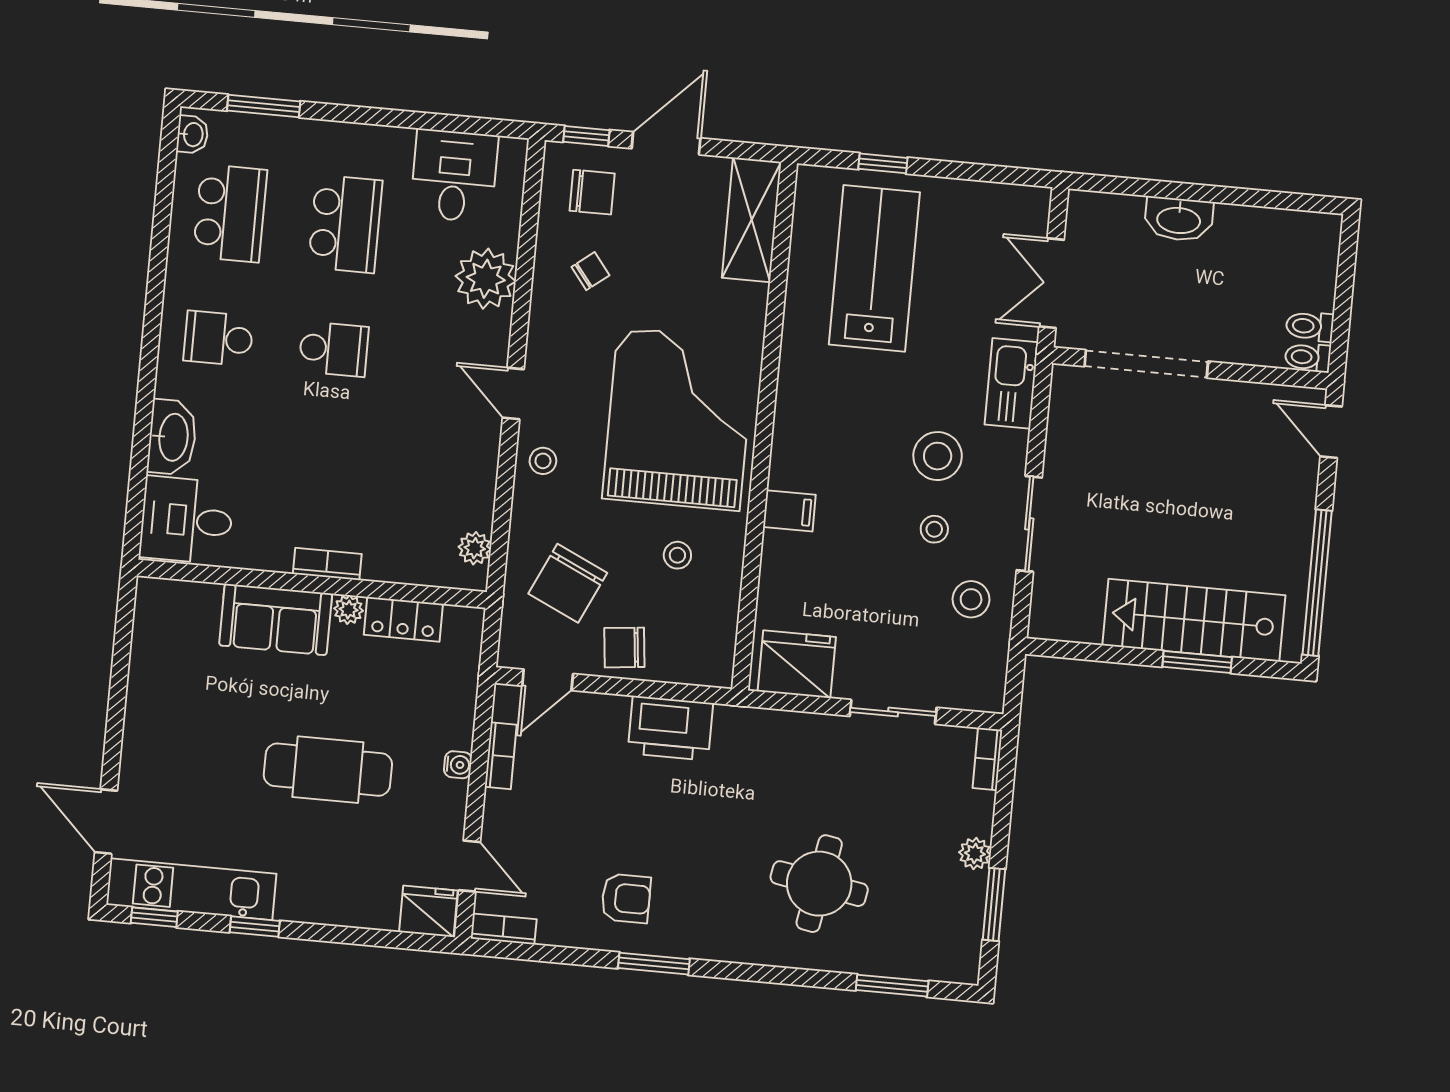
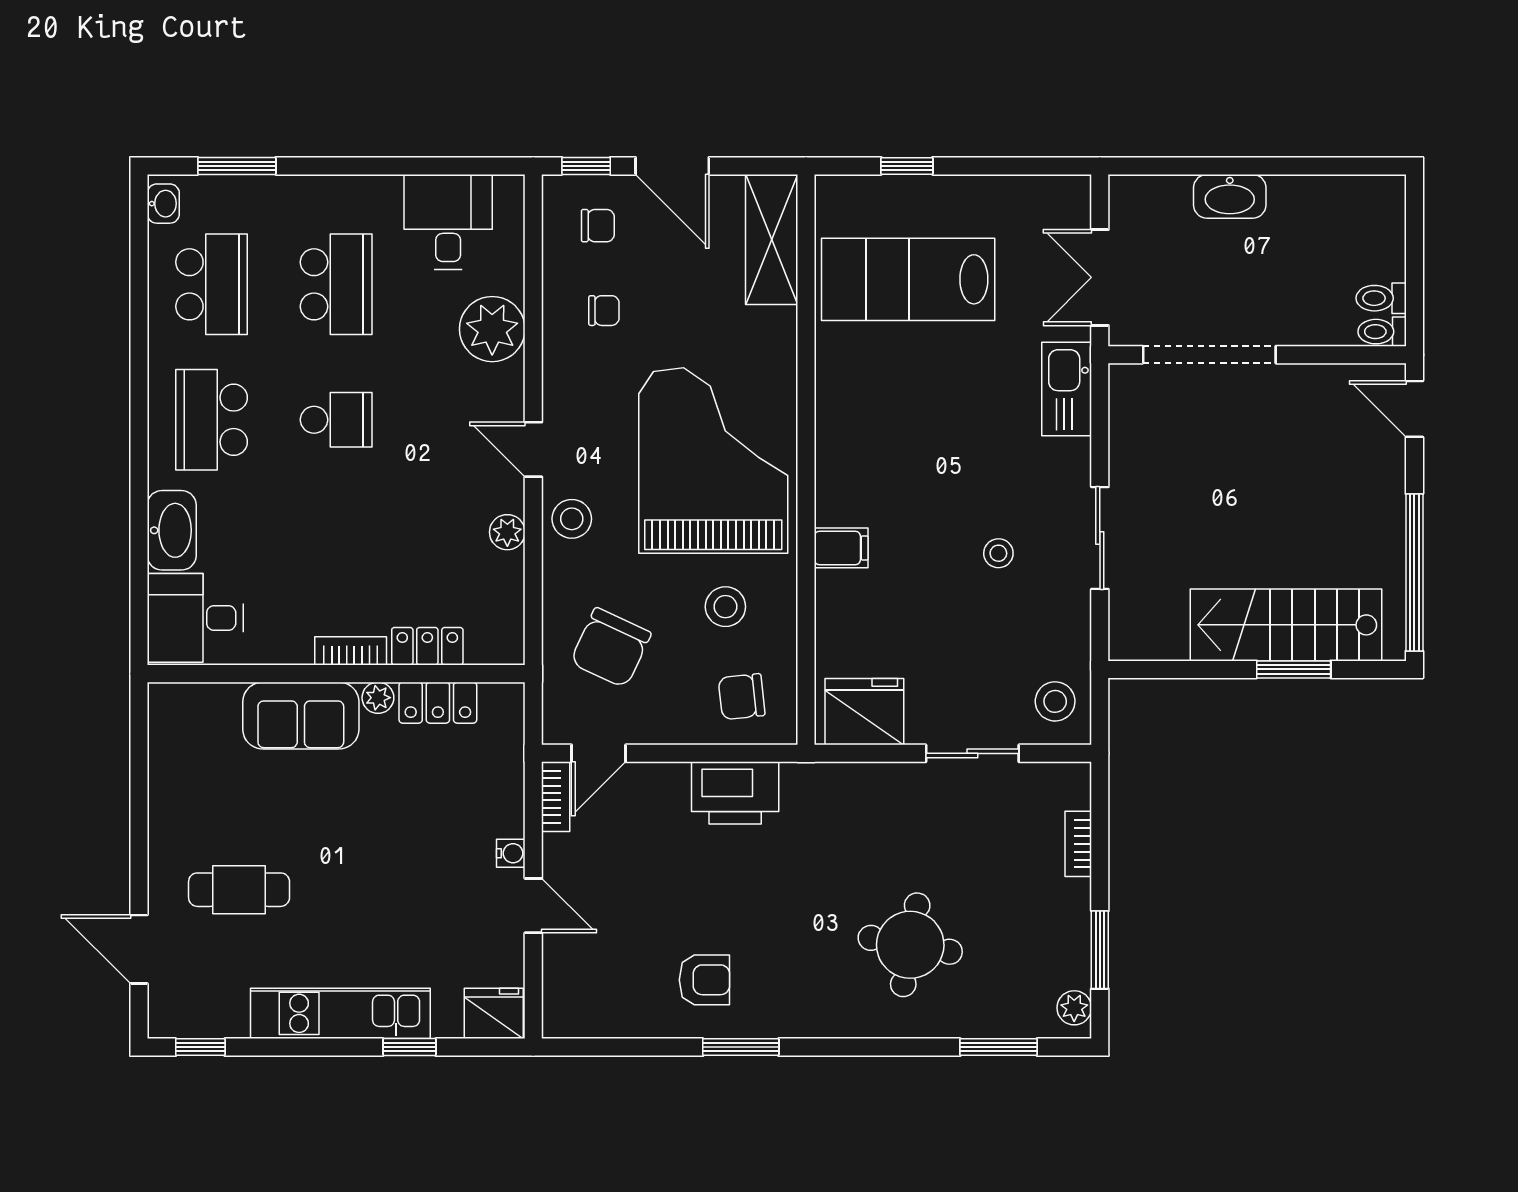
door: (666, 143) -> (672, 166), swing flipped
chair: (592, 192) -> (598, 226), width x0.73, depth x0.73
lab bench: (874, 268) -> (908, 279), turned -90
chair: (591, 271) -> (604, 311), turned 38
school desk: (218, 338) -> (212, 420), width x1.85
stool: (938, 456) -> (995, 474), removed
stool: (543, 461) -> (572, 519), width x1.37, depth x1.37
plant: (475, 548) -> (507, 532), moved
stool: (677, 555) -> (725, 607), width x1.37, depth x1.37
locker: (399, 566) -> (427, 646), added
stool: (971, 599) -> (1055, 701), moved
chair: (624, 647) -> (742, 697), moved
bookcase: (501, 756) -> (556, 797), moved
bookcase: (987, 759) -> (1078, 844), moved
cafe table: (328, 770) -> (239, 890), moved, width x0.73, depth x0.74
plant: (975, 854) -> (1074, 1008), moved
door: (470, 866) -> (533, 906), moved
kitchen unit: (191, 889) -> (340, 1013), moved
window: (255, 927) -> (409, 1047), moved
bookcase: (504, 929) -> (576, 1025), removed

